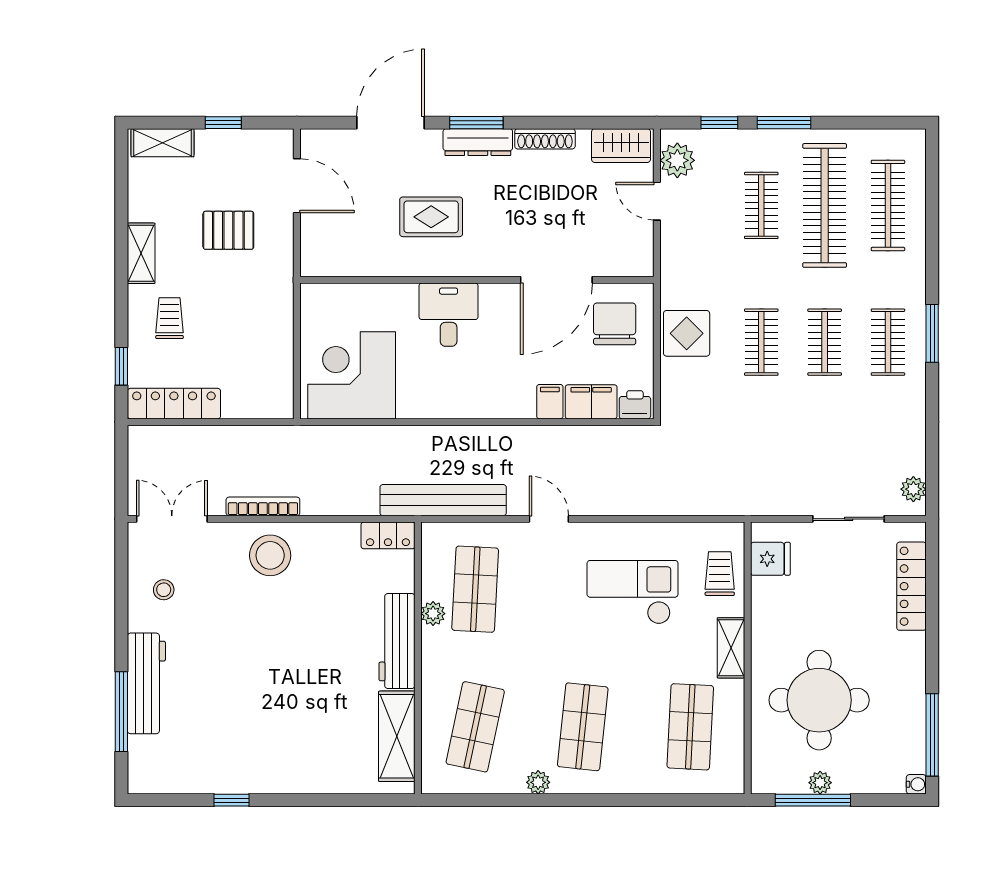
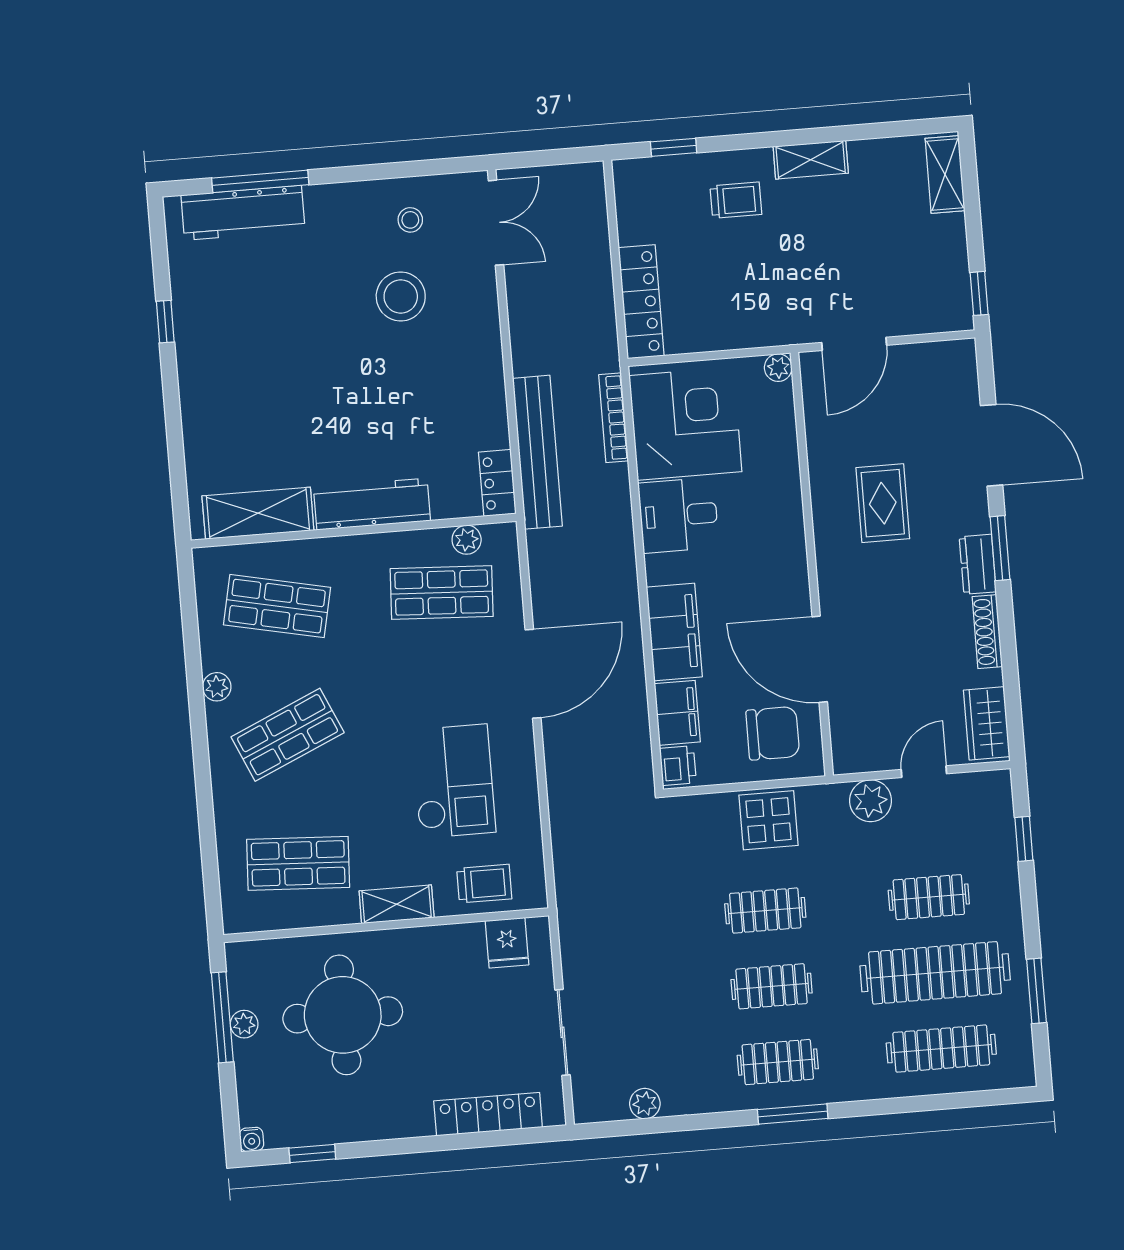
window: (223, 123) -> (979, 293), moved
window: (784, 123) -> (1036, 991), moved
dresser: (478, 142) -> (978, 564), width x0.70
plant: (677, 160) -> (870, 801), moved
door: (297, 186) -> (854, 344), moved
pallet: (228, 230) -> (847, 262), removed
plant: (311, 294) -> (778, 368), added
desk: (449, 315) -> (678, 515), moved, turned 180
filing cabinet: (550, 402) -> (674, 632), width x3.00, depth x1.17
locker: (174, 404) -> (641, 302), moved
plant: (913, 489) -> (645, 1104), moved
bench: (443, 500) -> (537, 452), moved
bookcase: (263, 506) -> (614, 418), moved, turned 180
door: (549, 519) -> (533, 674), width x1.87
stool: (270, 555) -> (401, 297), moved
plant: (433, 614) -> (467, 540), moved
workbench: (146, 683) -> (243, 213), moved
shop shelf: (583, 727) -> (288, 735), turned -30
window: (932, 735) -> (312, 1154), width x0.46

